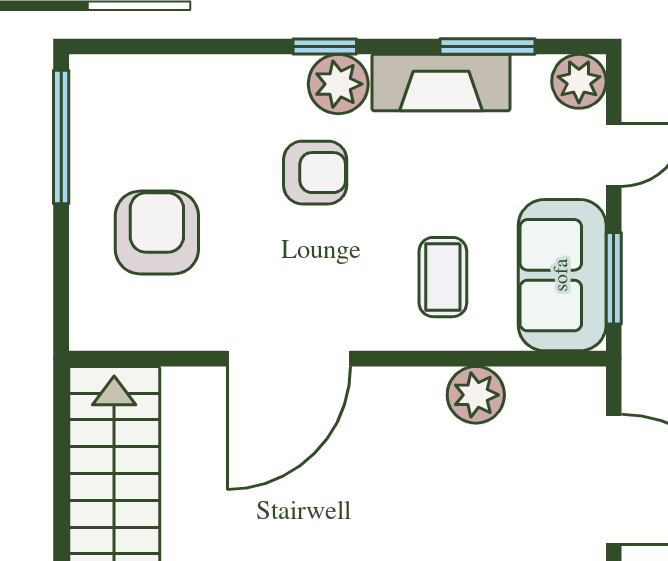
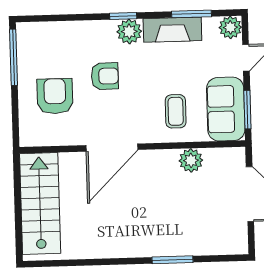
armchair: (315, 173) -> (105, 76), moved

